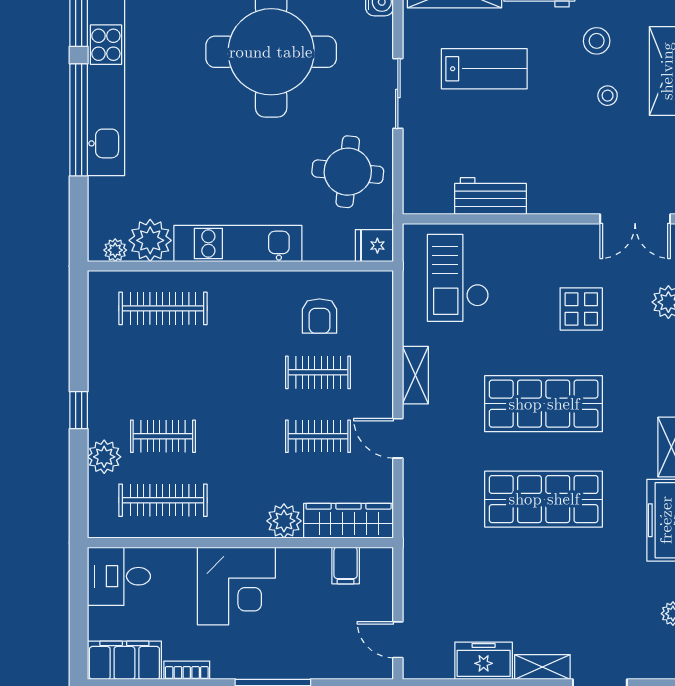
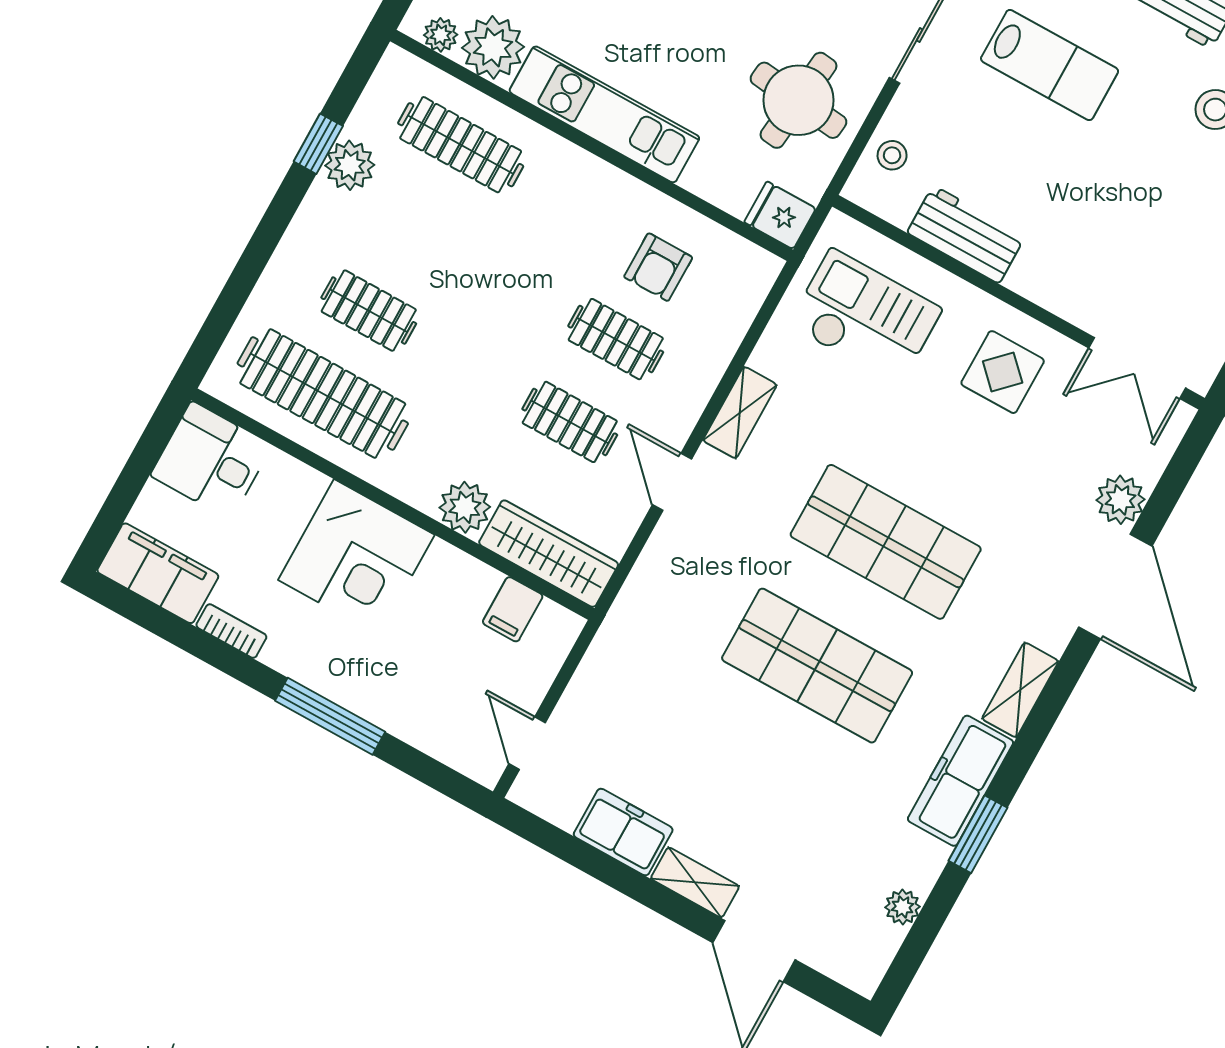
stool: (608, 96) -> (892, 155), moved
checkout: (458, 278) -> (865, 317), turned 90
display table: (581, 309) -> (1003, 372), moved
window: (79, 410) -> (318, 144), moved
plant: (104, 457) -> (350, 165), moved
clothes rail: (163, 500) -> (323, 393), width x1.37, depth x1.31

